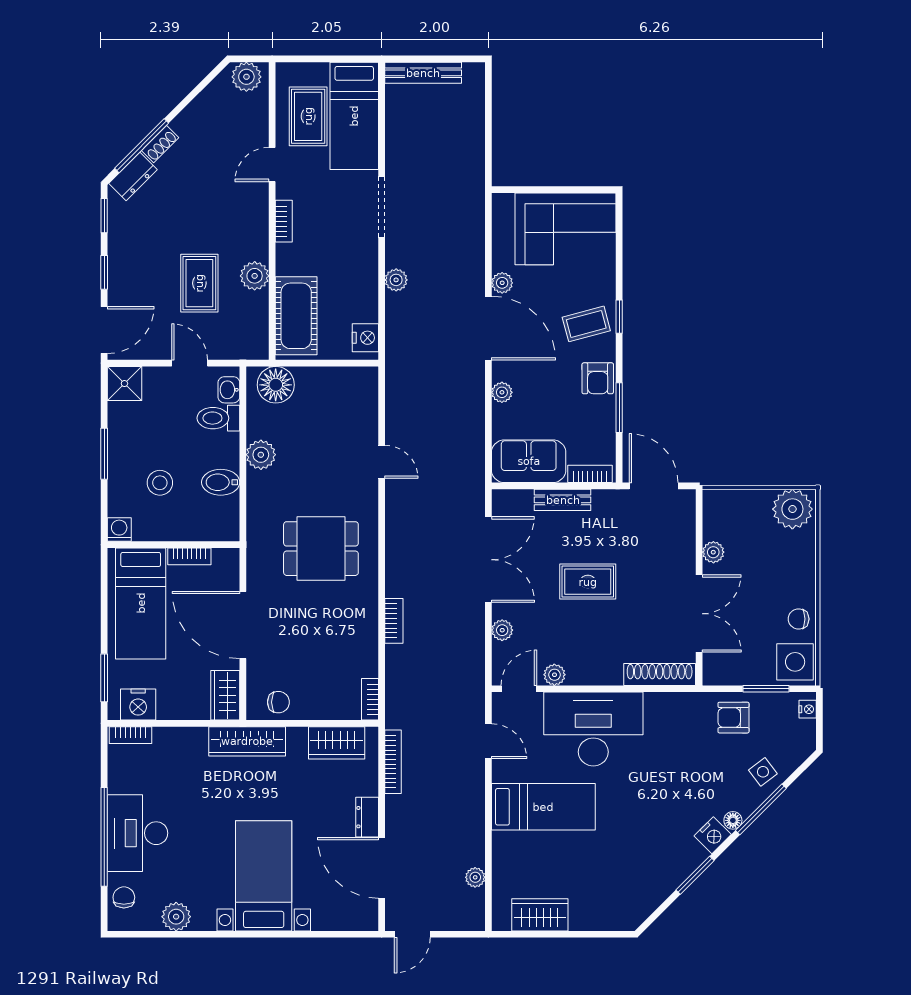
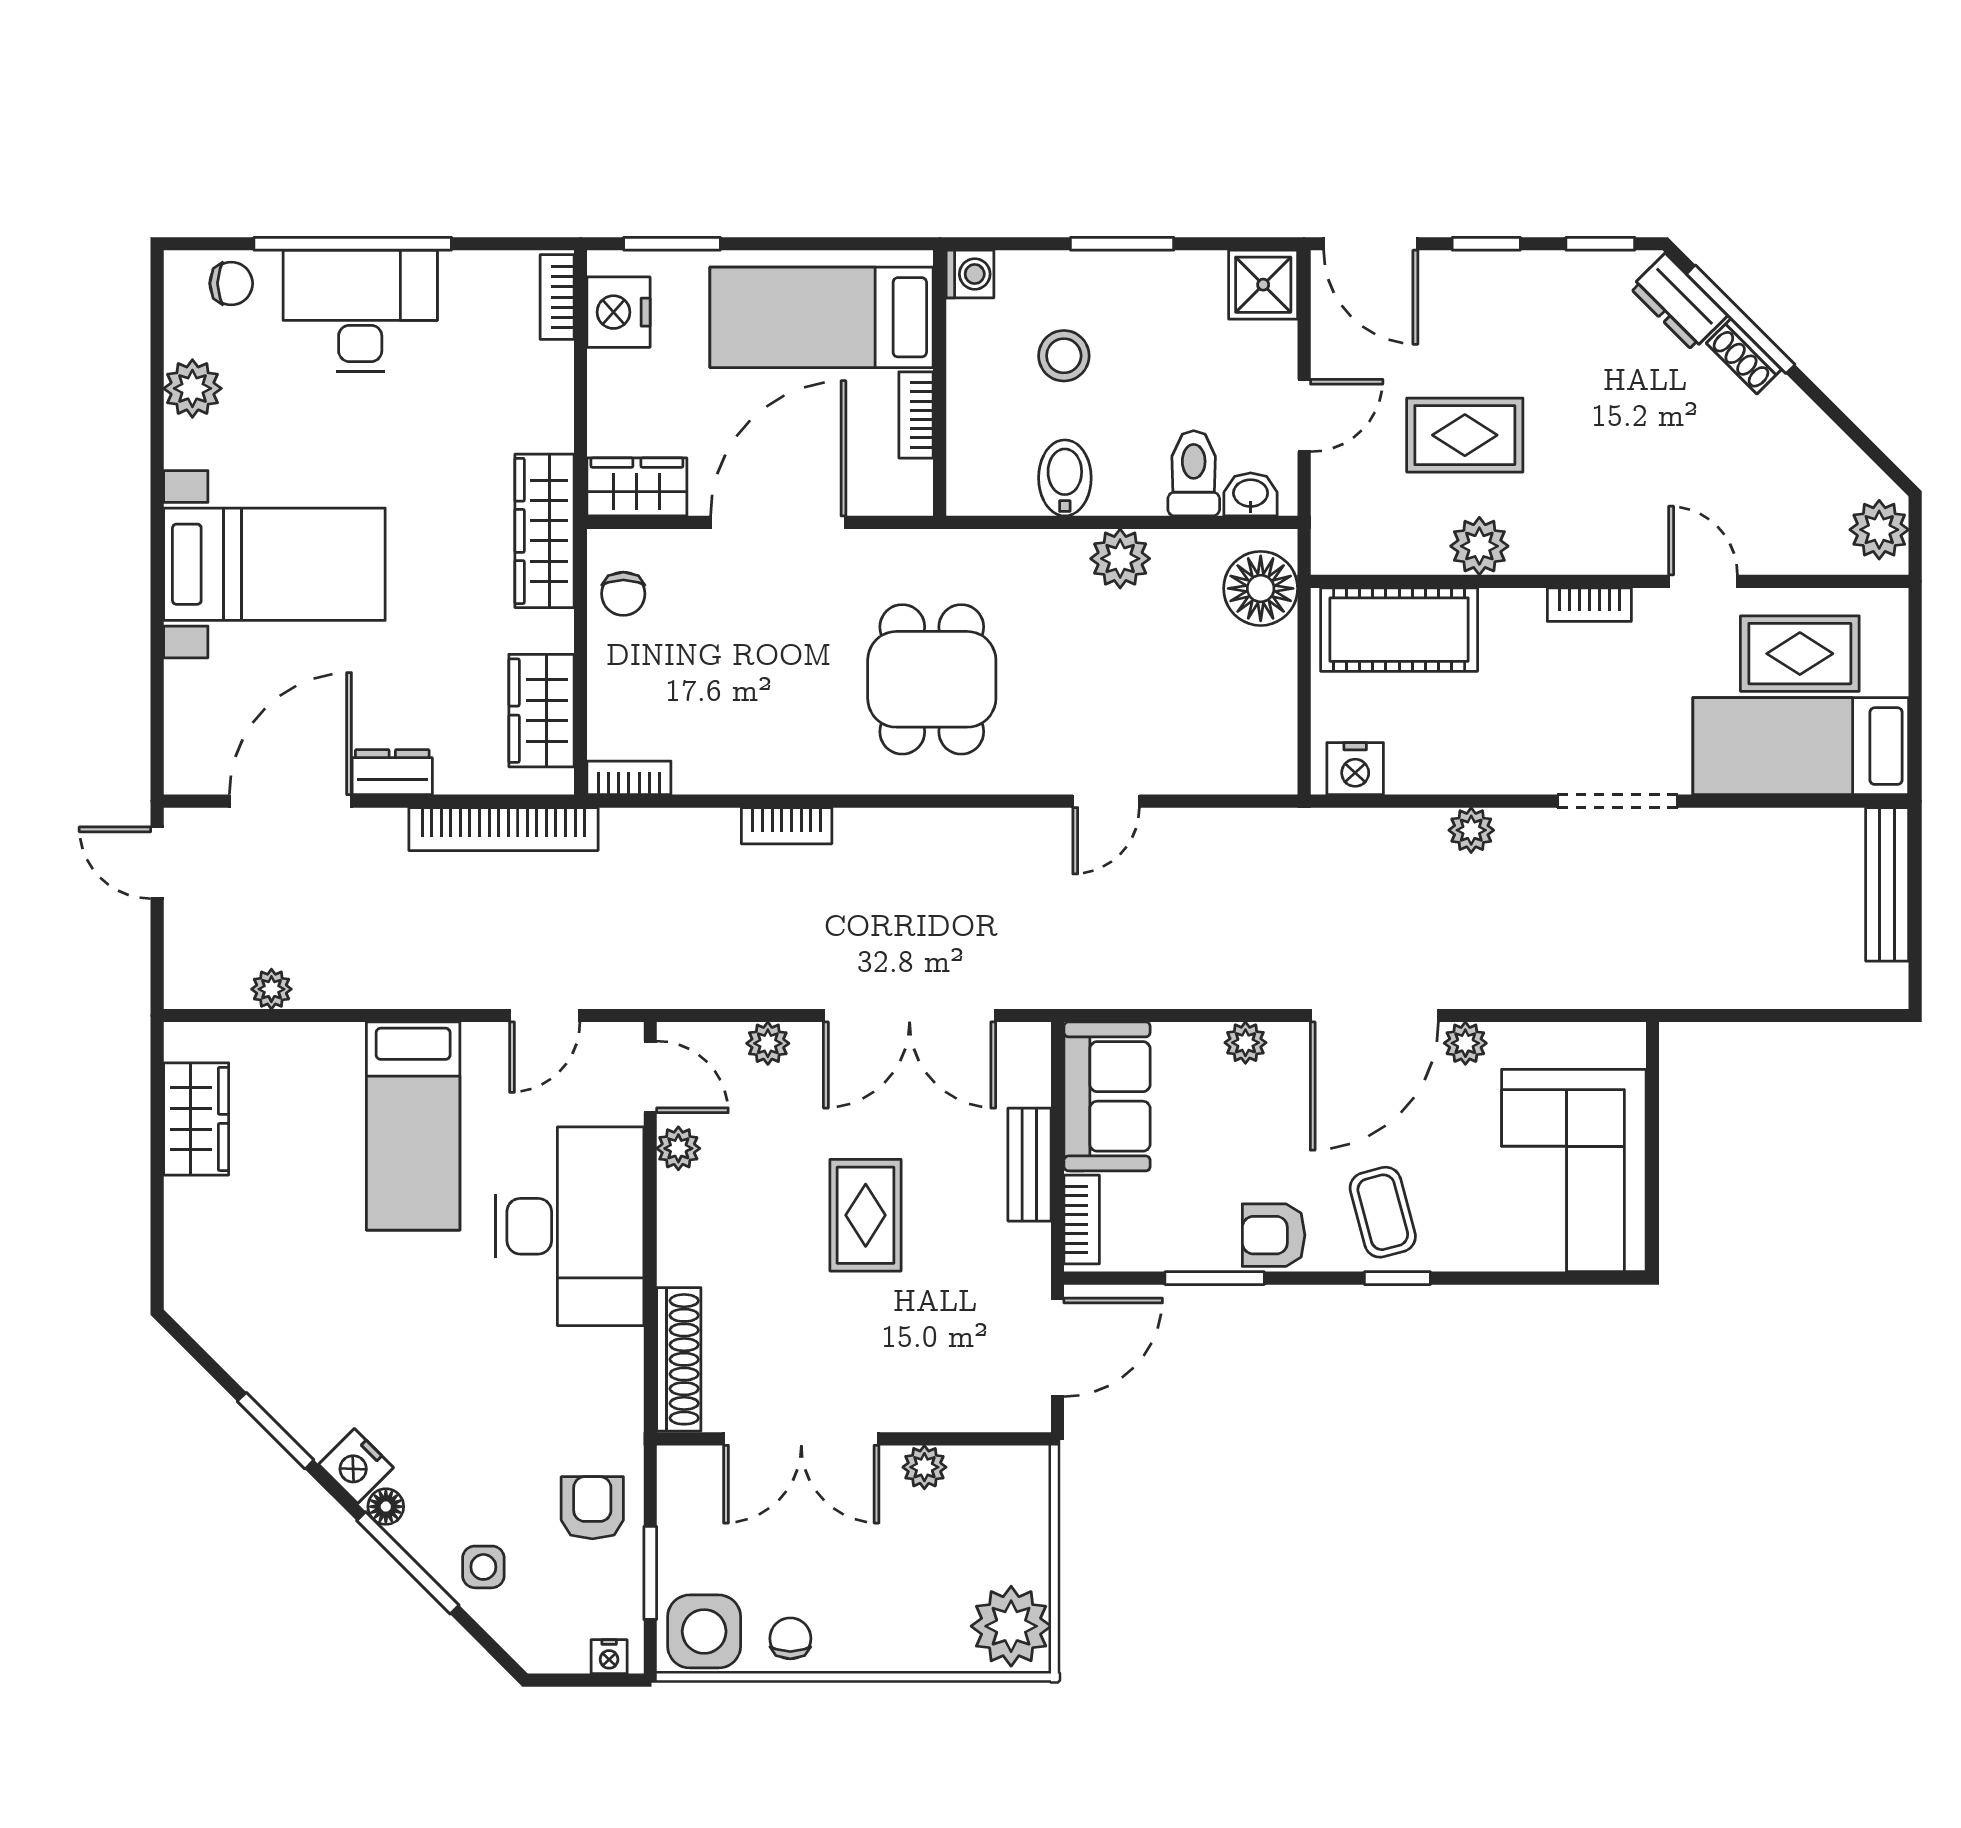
bookcase: (393, 762) -> (503, 829), width x1.48, depth x1.31
side table: (763, 772) -> (483, 1567), turned 37

